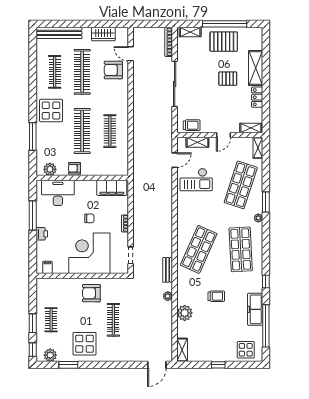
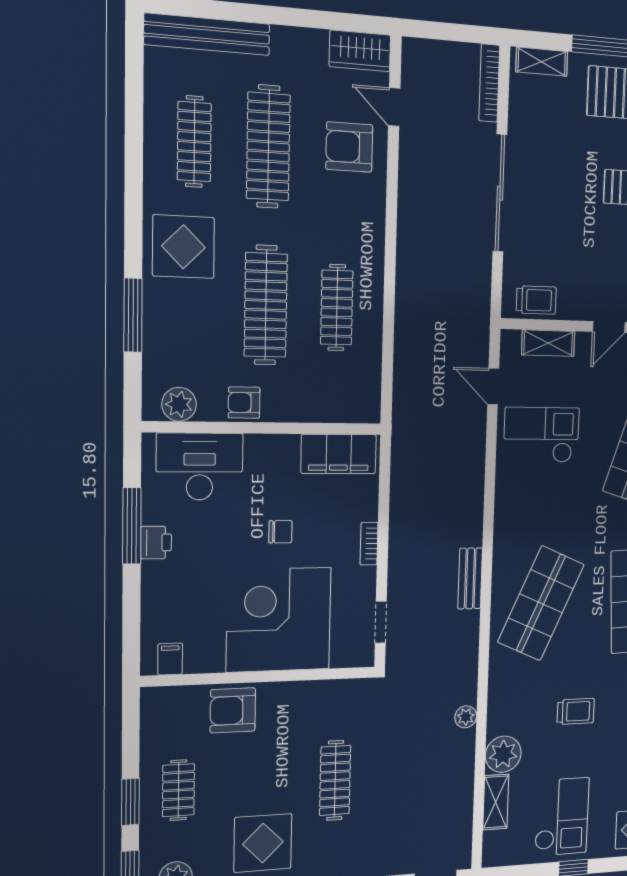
wardrobe: (103, 34) -> (360, 51), moved
door: (175, 160) -> (493, 386), swing flipped
checkout: (196, 180) -> (541, 435), turned 180
printer: (42, 234) -> (156, 543), moved
bench: (168, 270) -> (470, 578), moved
armchair: (91, 293) -> (233, 710), moved
checkout: (212, 342) -> (562, 817), added
shelving: (182, 350) -> (496, 802), moved

